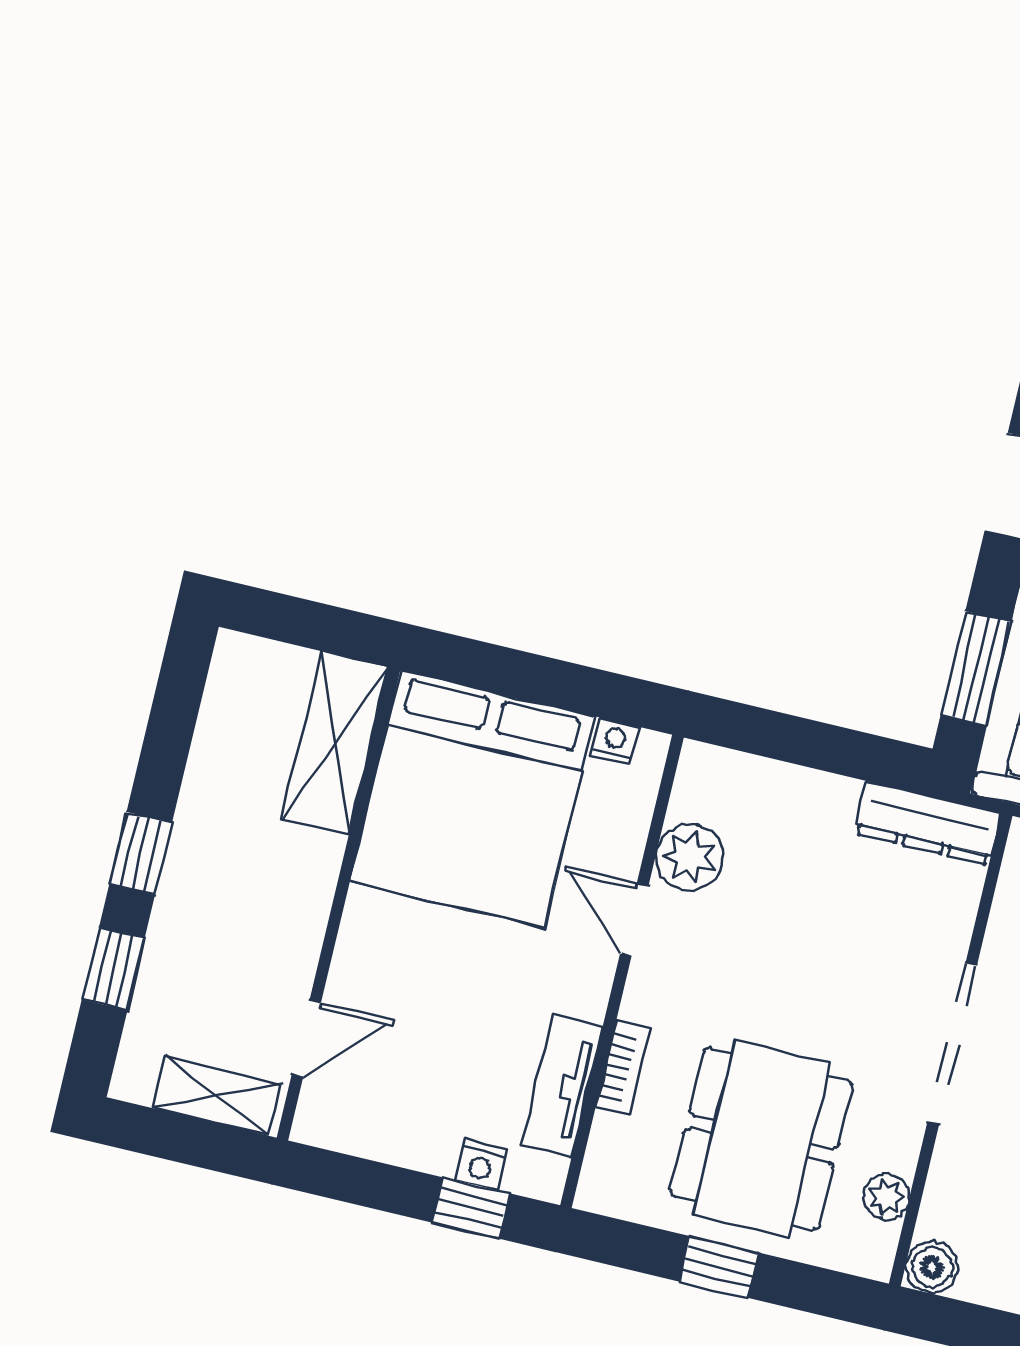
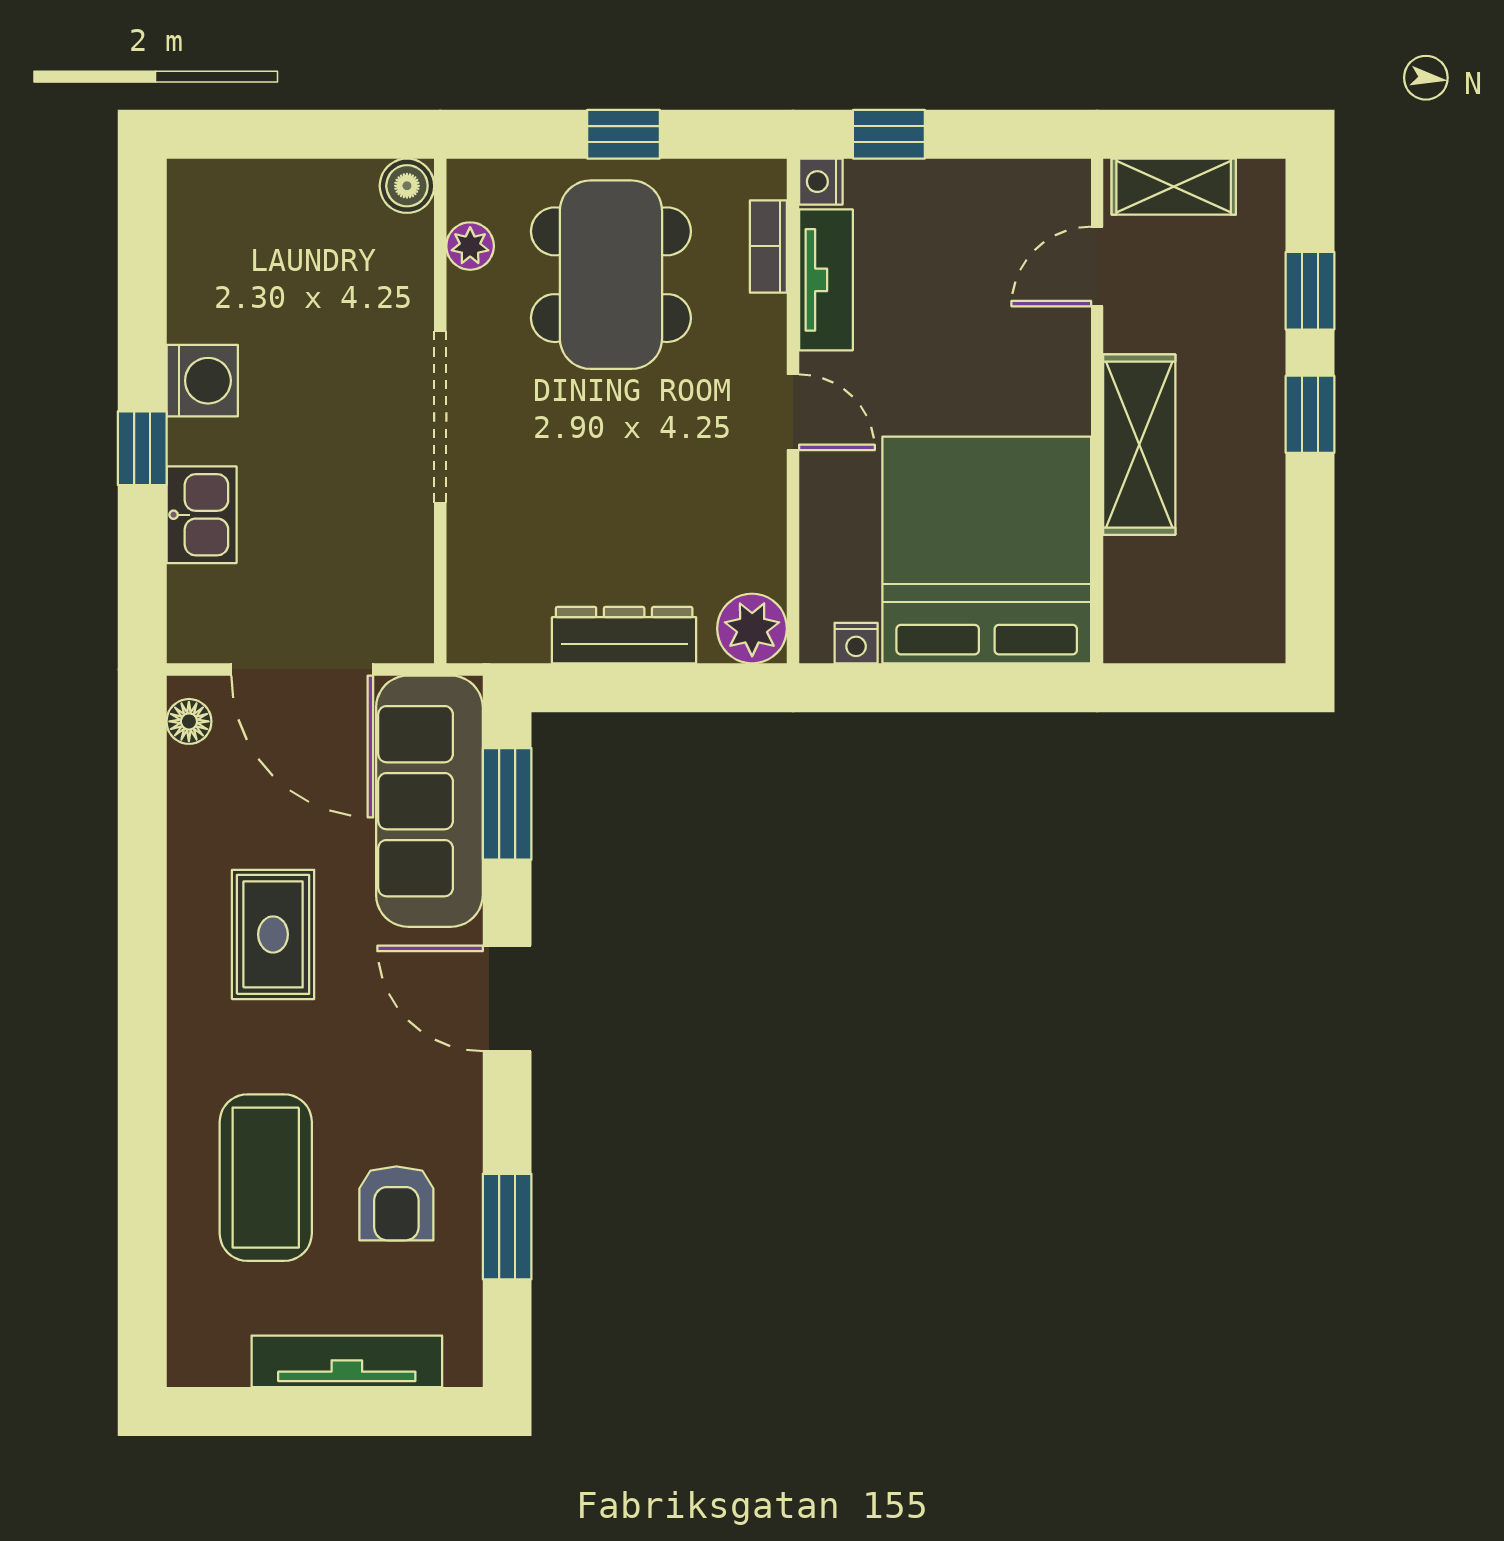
shelving: (335, 743) -> (1139, 445), moved
dresser: (928, 823) -> (624, 635), moved
plant: (690, 857) -> (752, 629), moved
door: (634, 920) -> (793, 412), moved
bookcase: (623, 1068) -> (768, 246), moved
nightstand: (481, 1165) -> (821, 182), moved, turned -90

